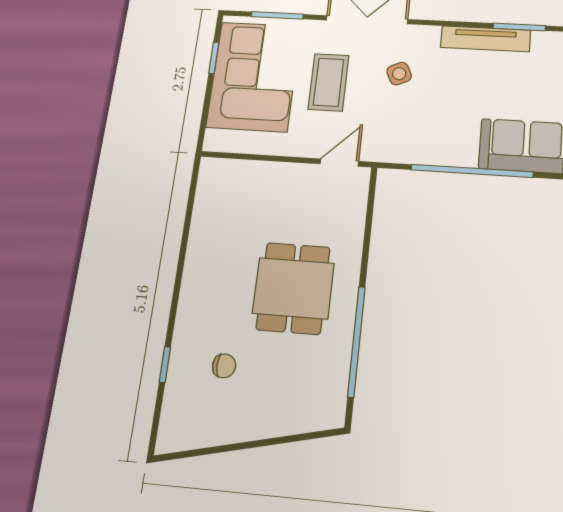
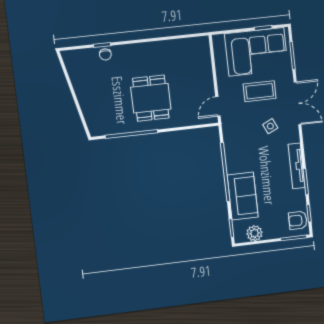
door: (339, 163) -> (218, 106), swing flipped
dining table: (293, 288) -> (151, 98), turned 90
chair: (224, 366) -> (105, 54), moved

